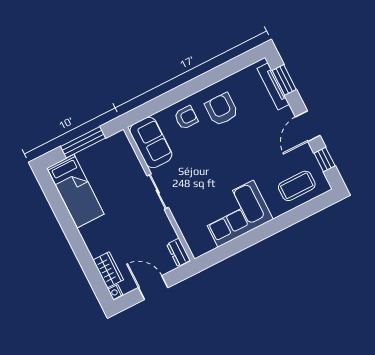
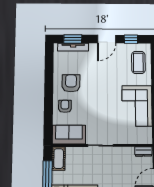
armchair: (222, 109) -> (71, 83), turned 90
door: (308, 126) -> (107, 39), hinge flipped
cot: (112, 145) -> (59, 159), added

